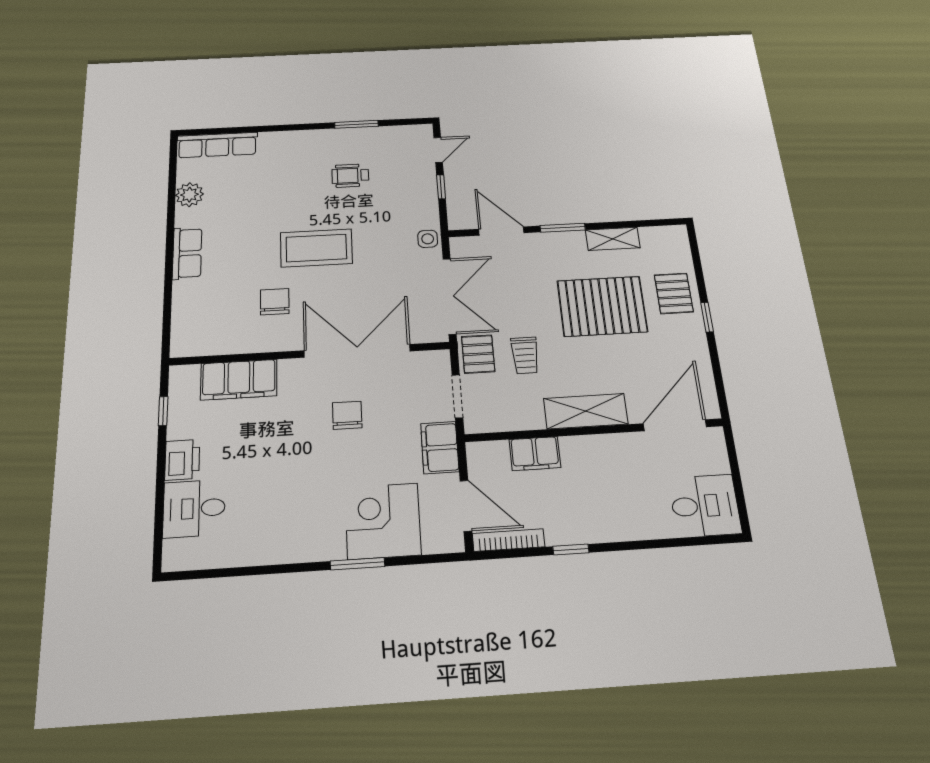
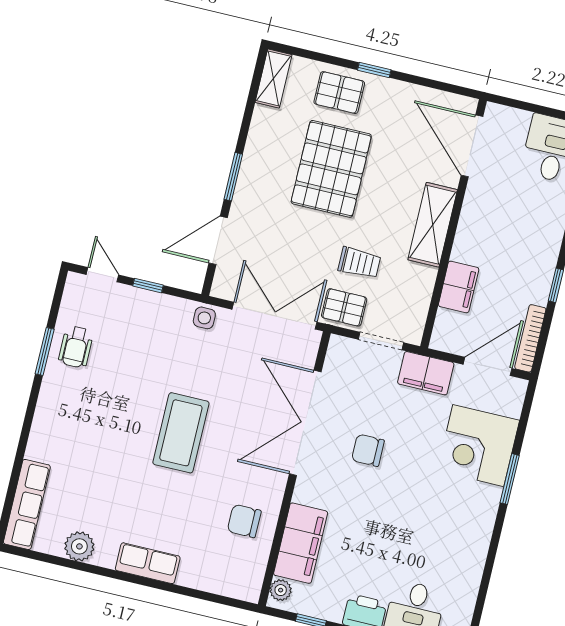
wheelchair: (350, 176) -> (76, 347), moved
shelving: (613, 239) -> (274, 78), moved
chair: (275, 302) -> (244, 521), moved
plant: (188, 375) -> (281, 590), added

